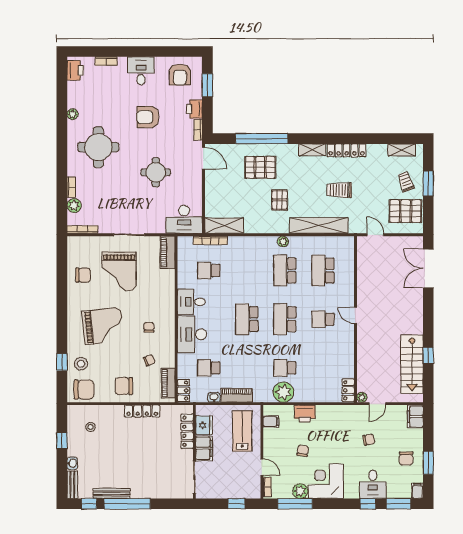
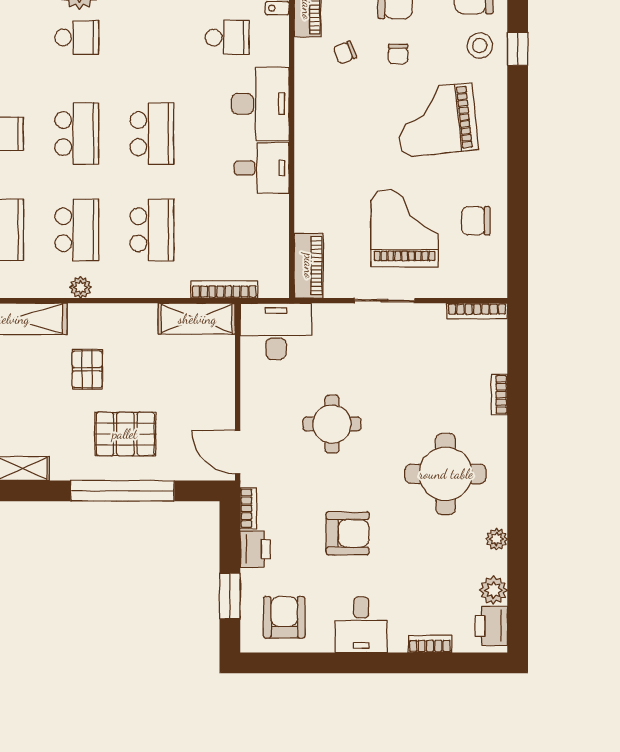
plant: (74, 206) -> (493, 590), moved
school desk: (209, 271) -> (152, 230), moved, width x1.85
chair: (149, 327) -> (398, 54), moved

